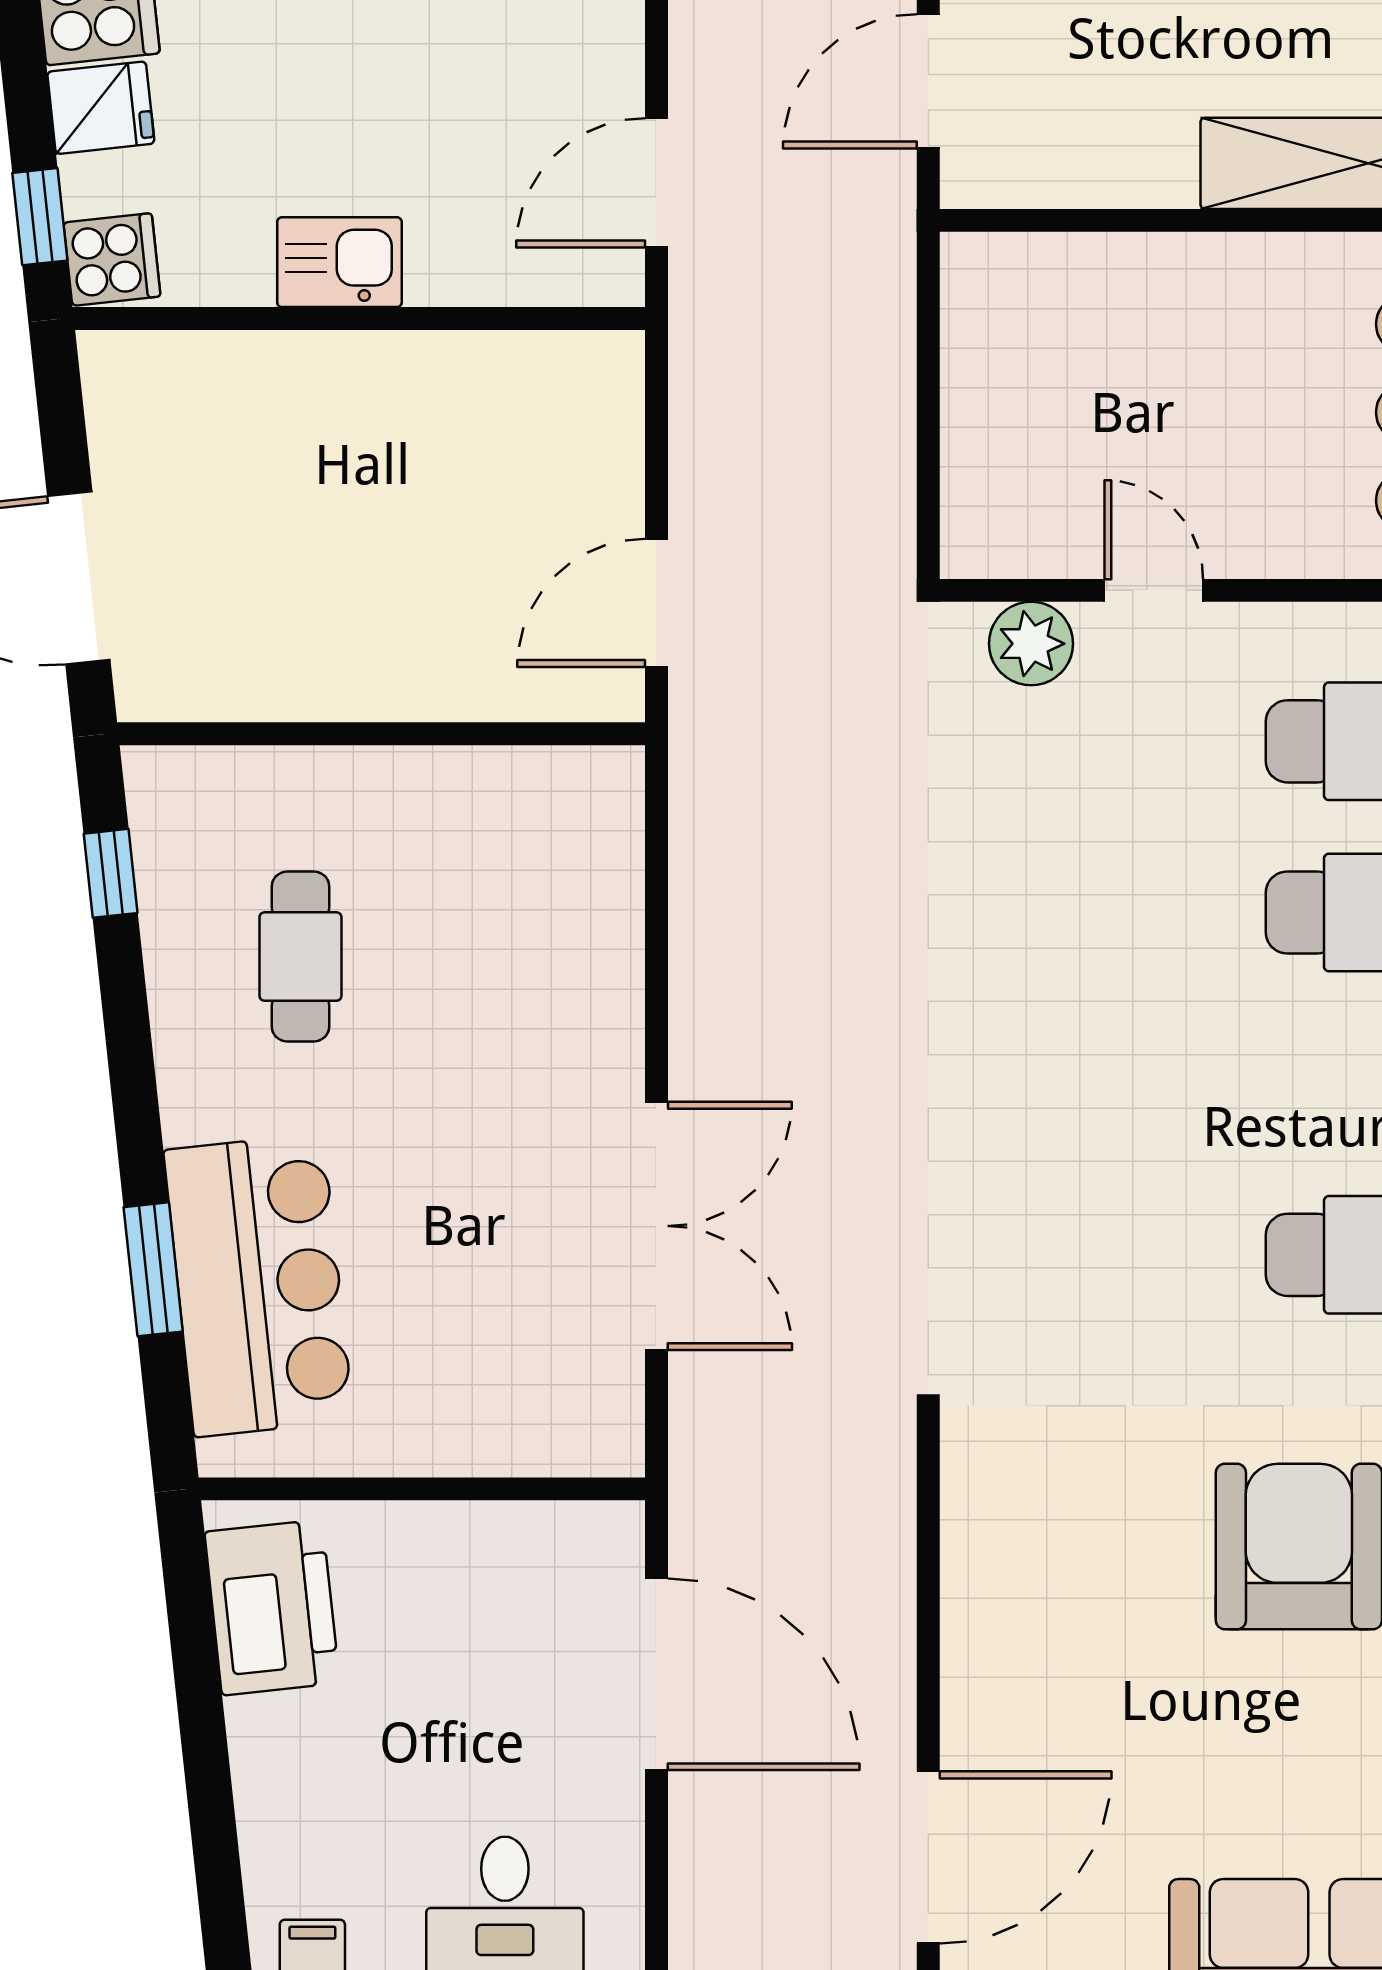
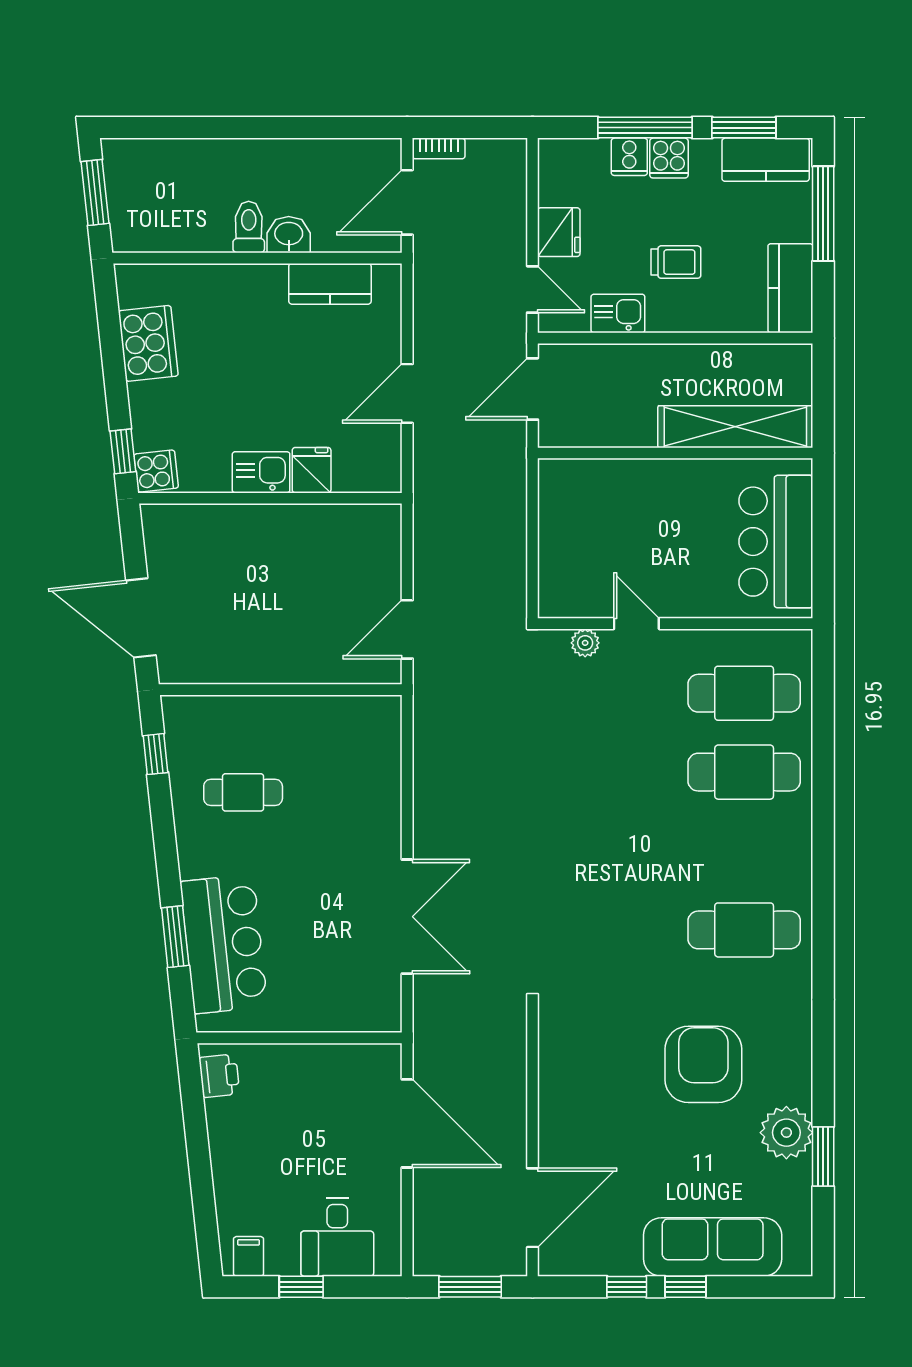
fridge: (101, 108) -> (312, 470), moved, turned -84
door: (656, 183) -> (407, 393), moved
plant: (1031, 644) -> (585, 643), width x0.73, depth x0.73
cafe table: (300, 957) -> (243, 792), turned 90
printer: (272, 1607) -> (219, 1076), width x0.53, depth x0.68

